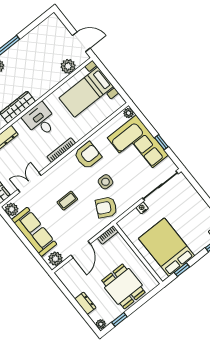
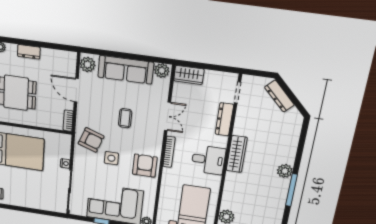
armchair: (88, 155) -> (145, 166), turned 180
double door: (29, 182) -> (167, 116), moved
armchair: (106, 207) -> (91, 140), turned 83

